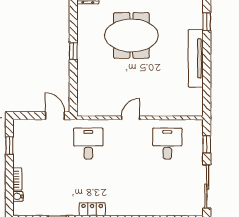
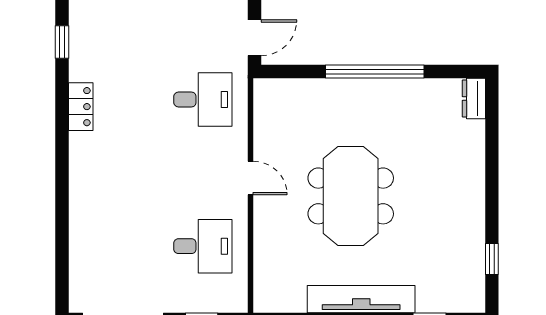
meeting table: (131, 35) -> (351, 196), moved
window: (73, 51) -> (375, 72), width x3.17

